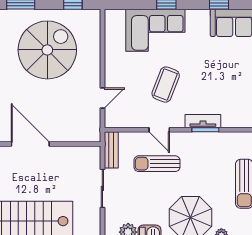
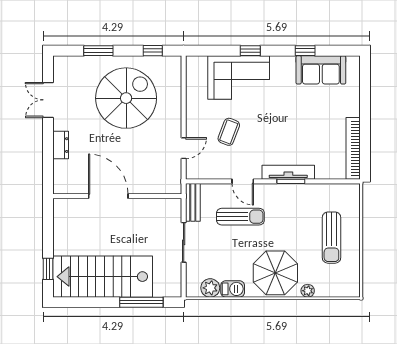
coffee table: (166, 85) -> (229, 132), moved, width x0.73, depth x0.77
tv unit: (203, 121) -> (288, 172), width x1.41
sun lounger: (157, 164) -> (240, 217), turned 180

